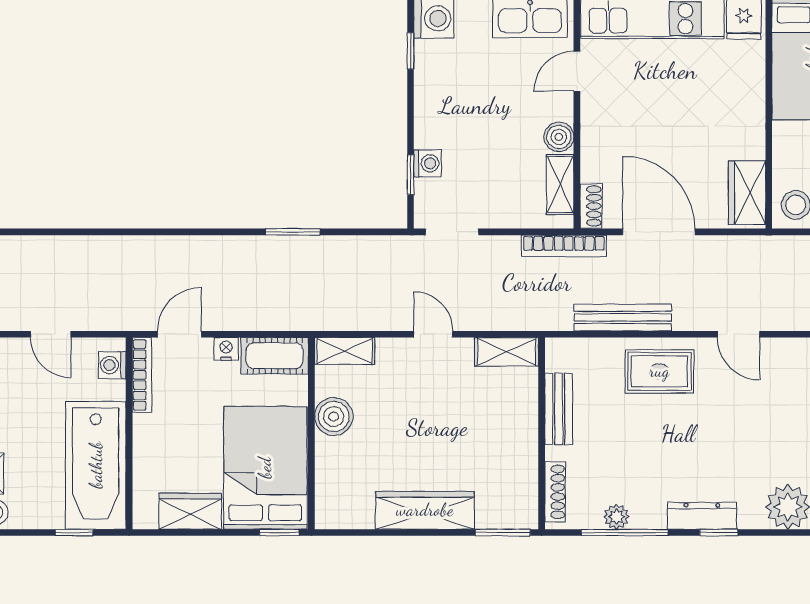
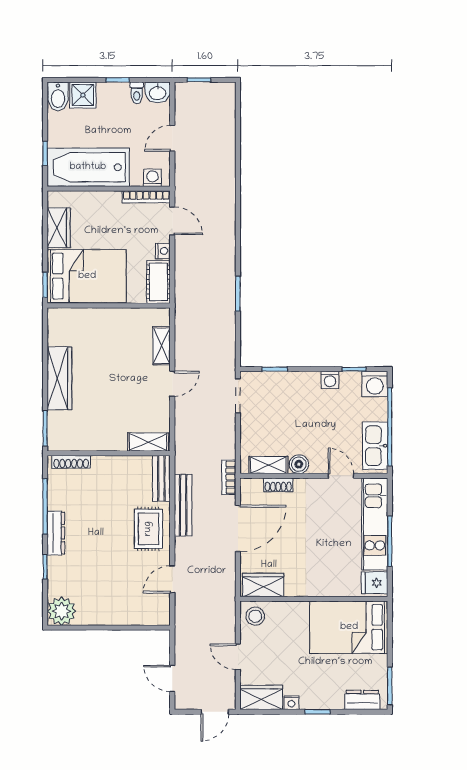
washing machine: (427, 163) -> (330, 380), moved
shoe rack: (591, 206) -> (278, 485), moved
bookcase: (564, 246) -> (229, 477), width x0.64
shelving: (345, 351) -> (162, 346), moved
shelving: (507, 352) -> (148, 442), moved, turned 90
bench: (559, 409) -> (161, 478), moved, turned 90
boiler: (334, 417) -> (120, 320), removed
dresser: (702, 516) -> (56, 533), moved
plant: (616, 517) -> (55, 501), removed

